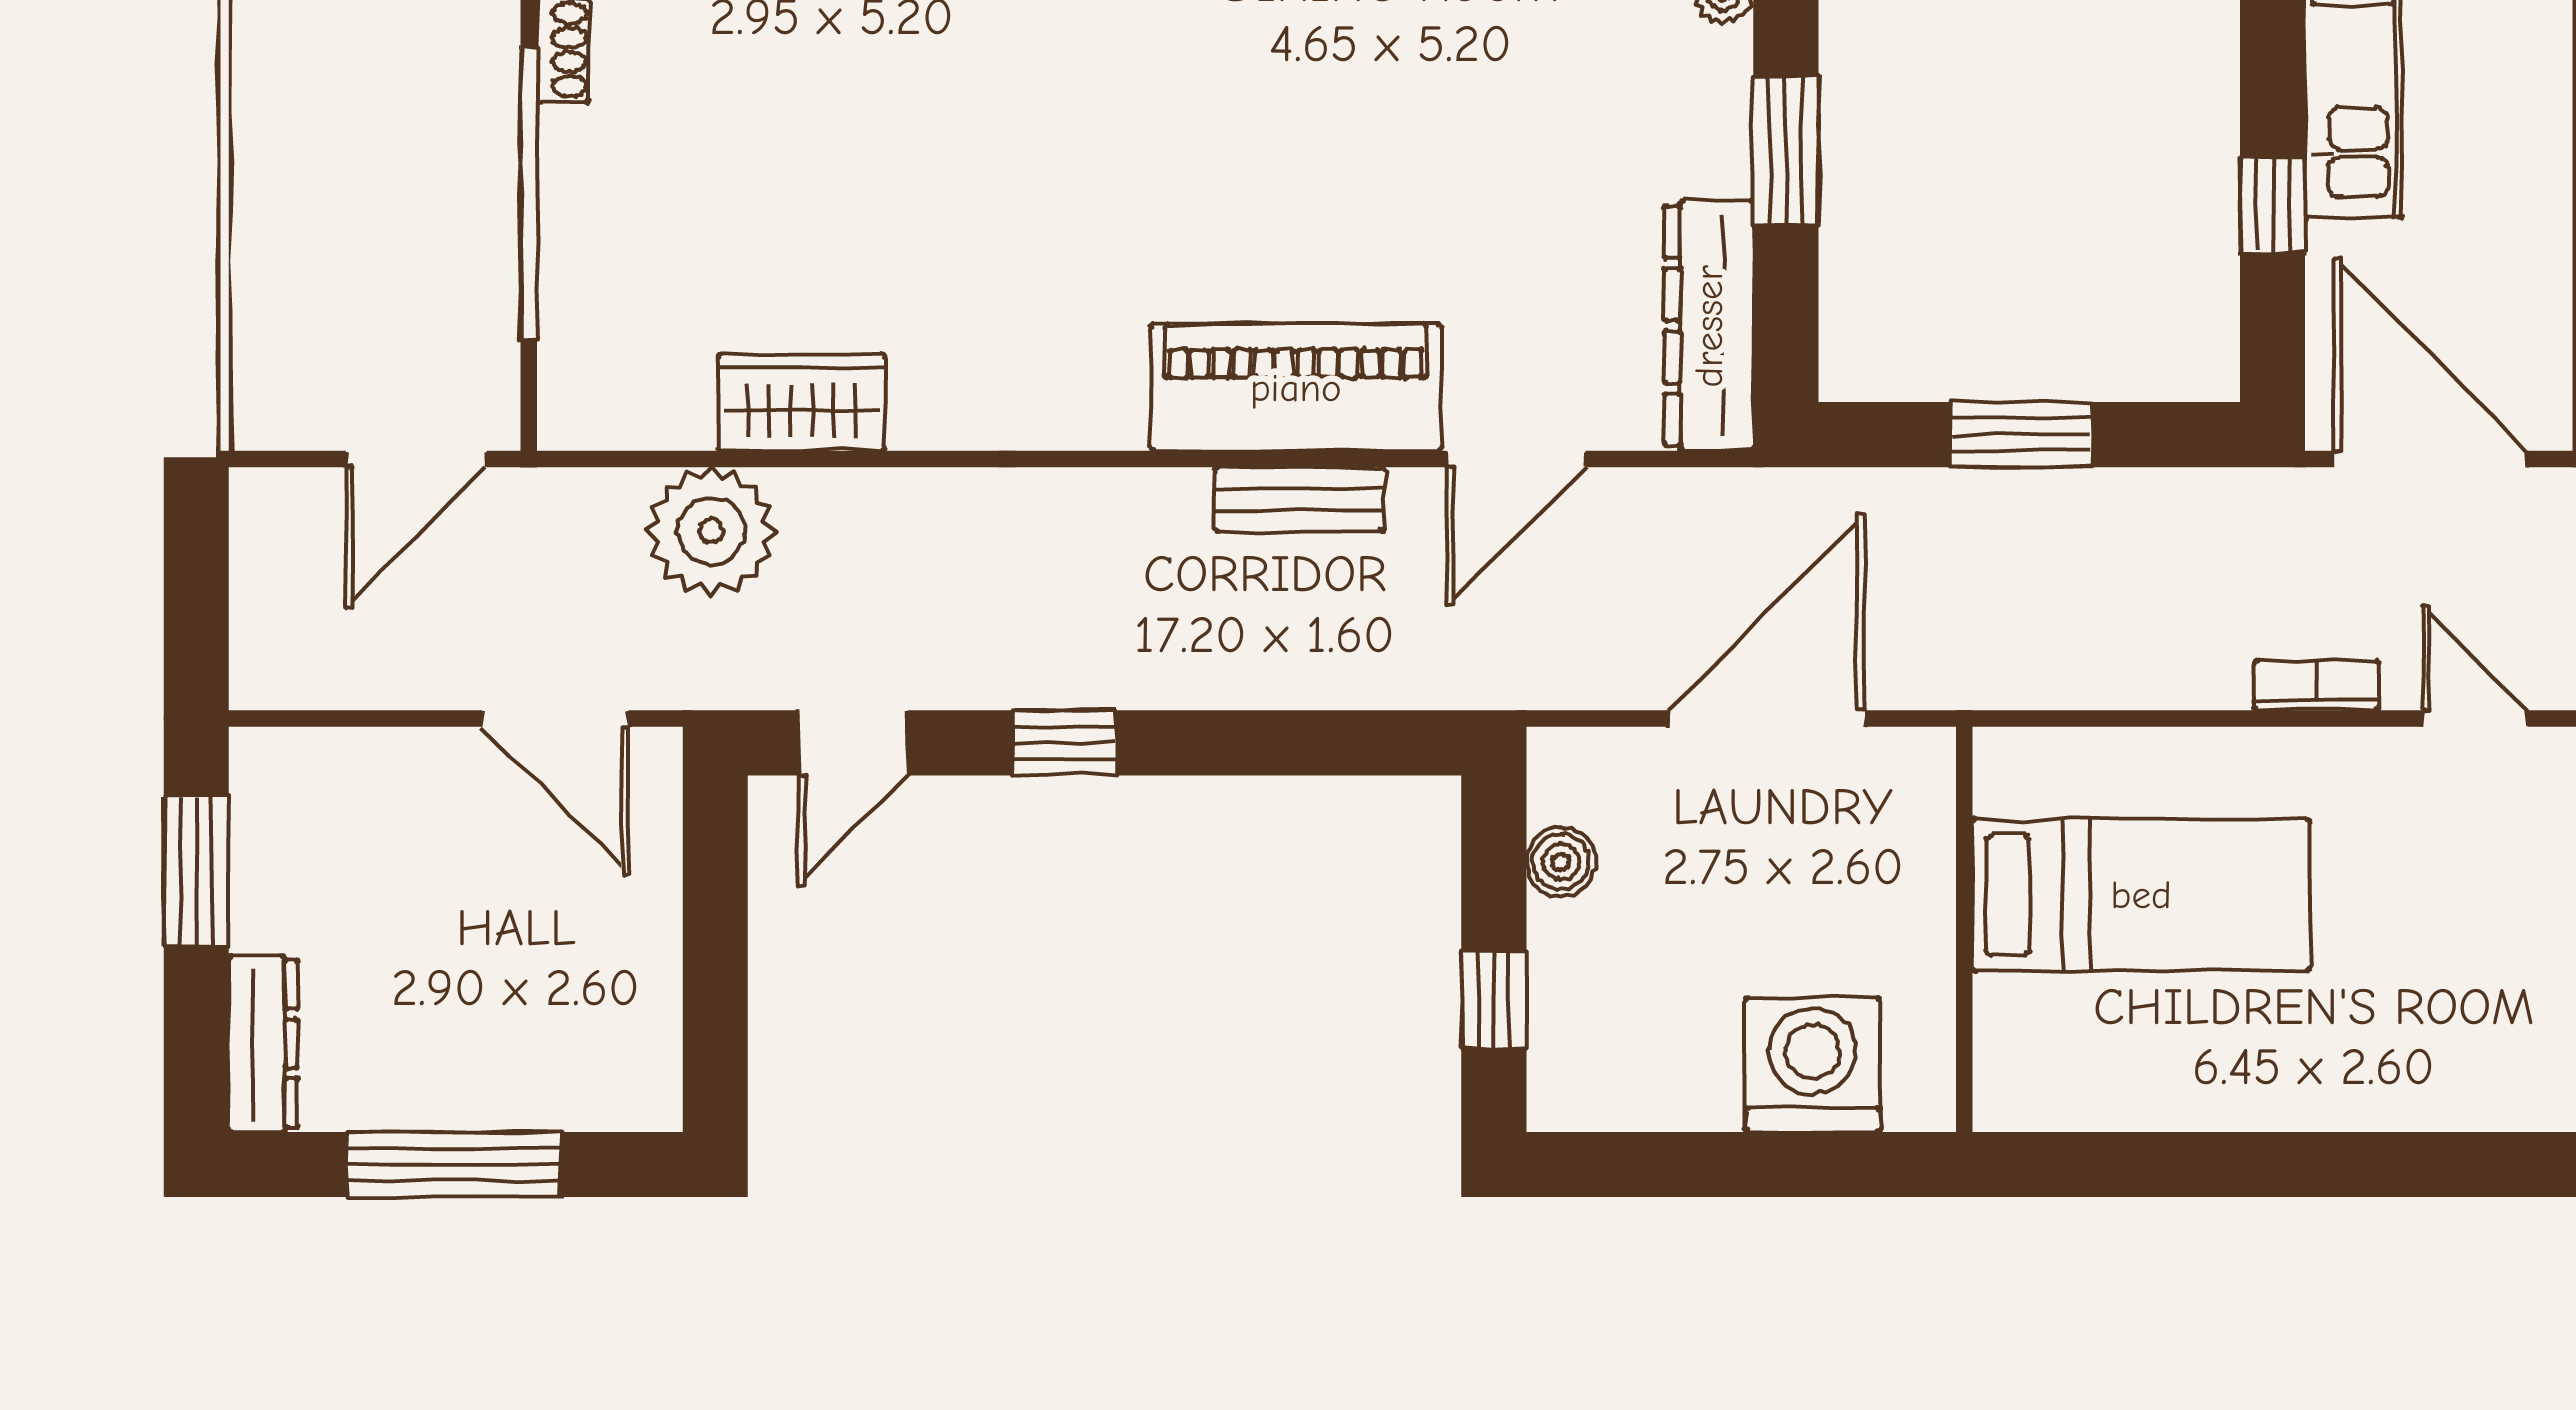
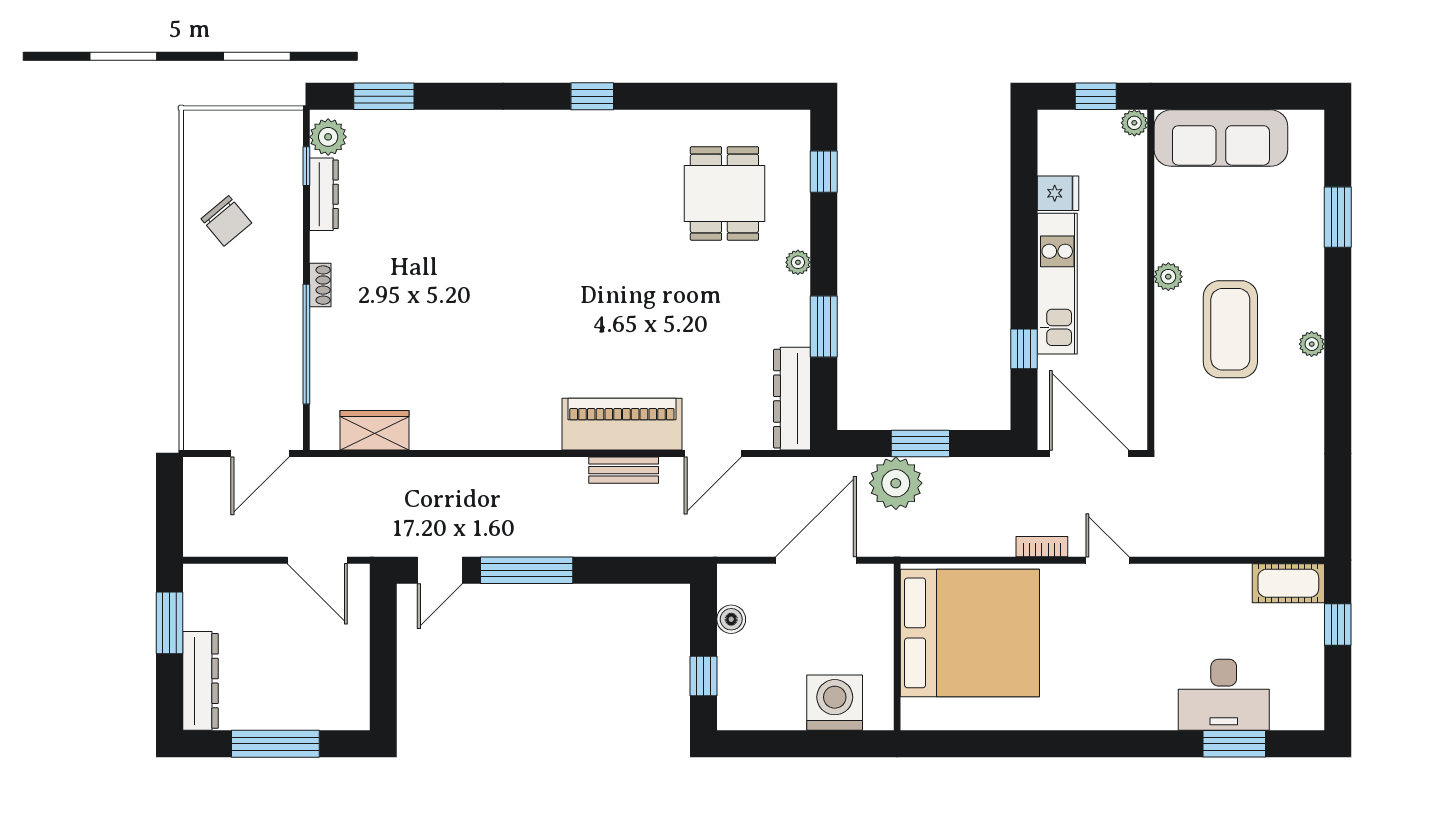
wardrobe: (802, 402) -> (375, 430), moved
plant: (711, 531) -> (896, 483), moved
window: (1064, 743) -> (527, 570), width x2.17
bed: (2141, 895) -> (970, 633), width x2.04
dresser: (263, 1044) -> (201, 681), width x1.37, depth x1.24

